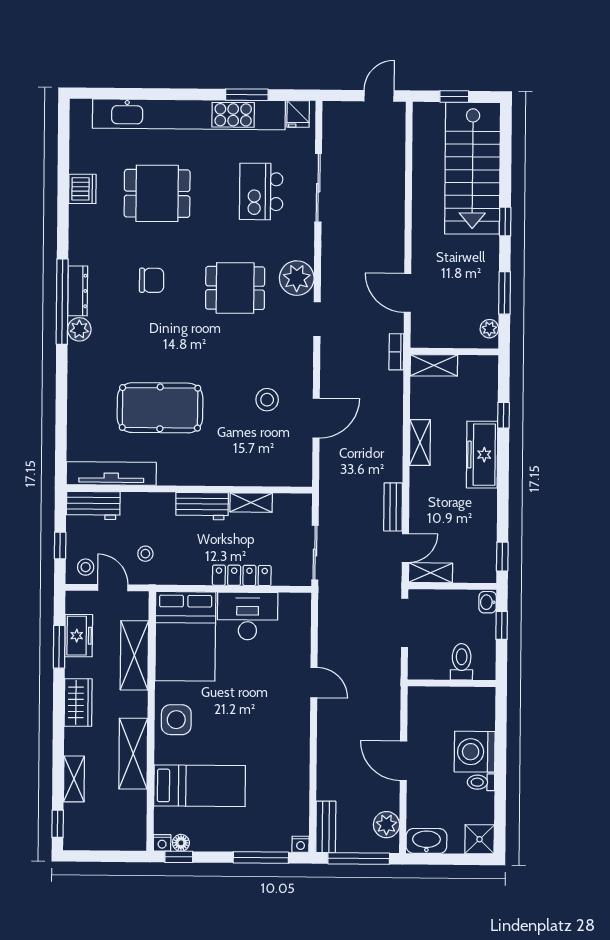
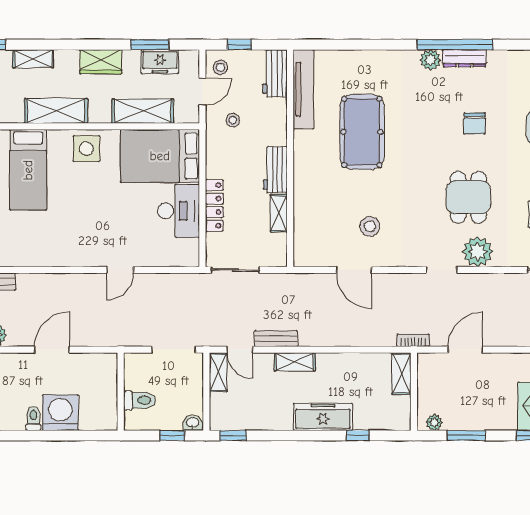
shelving: (420, 443) -> (295, 362), moved

